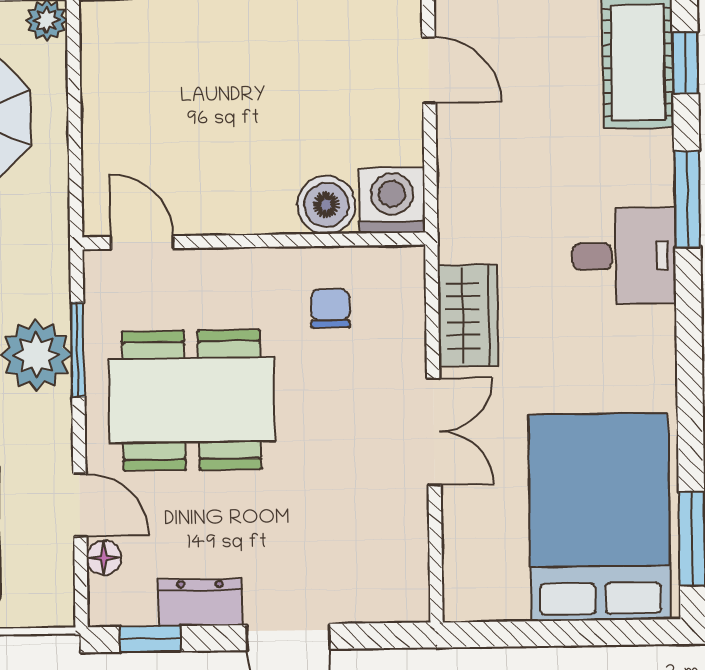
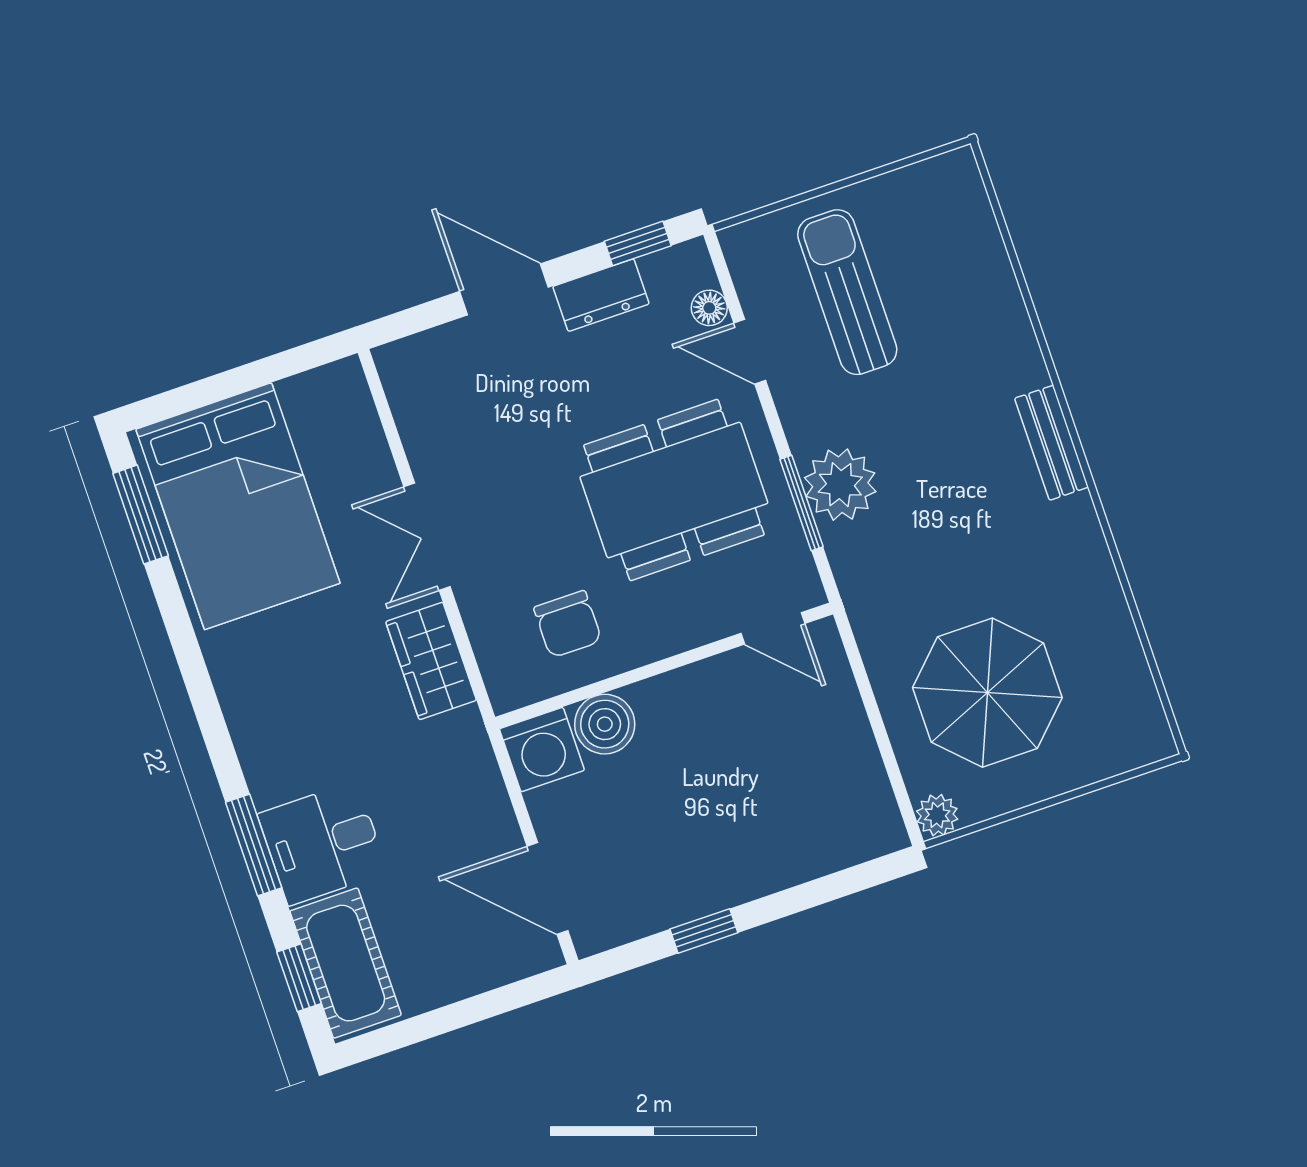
door: (429, 70) -> (547, 889), width x1.38
desk: (624, 256) -> (323, 843), moved
chair: (330, 308) -> (568, 624), width x1.37, depth x1.37

